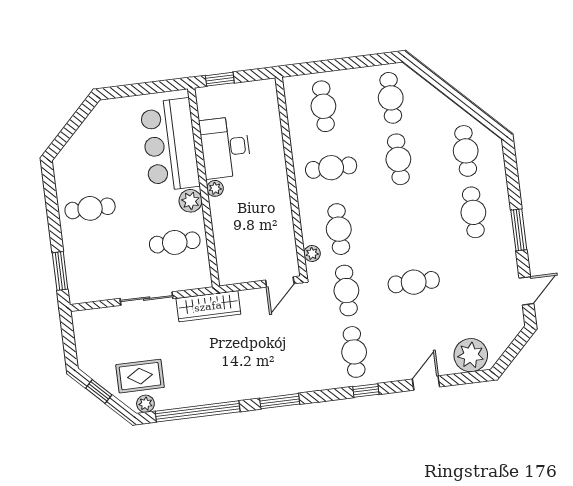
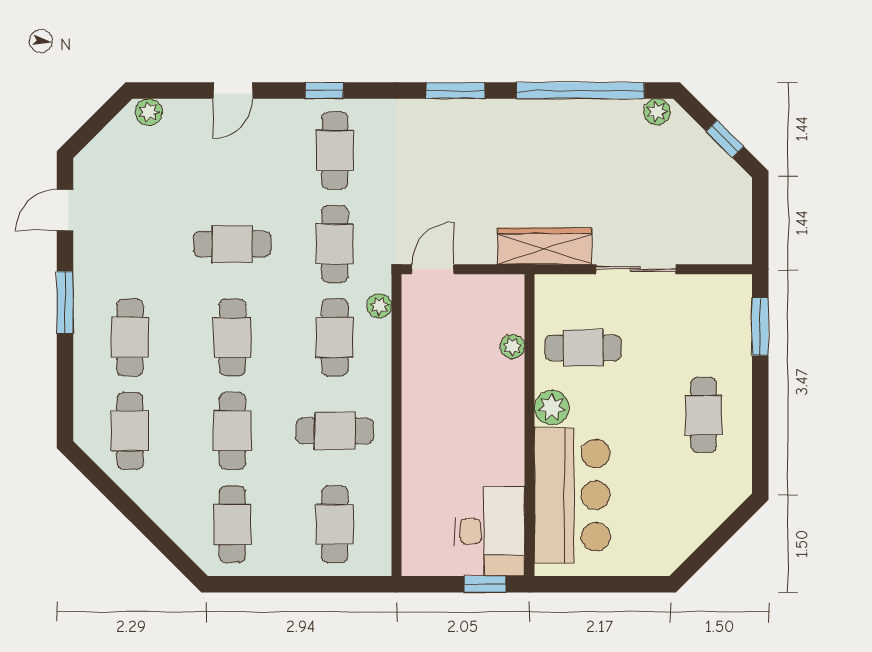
desk: (225, 147) -> (490, 531), moved
plant: (215, 188) -> (513, 346), moved
cafe table: (90, 208) -> (704, 415), turned 90
cafe table: (406, 221) -> (232, 337), added
plant: (471, 355) -> (149, 112), width x0.53, depth x0.53
rug: (140, 376) -> (660, 154), removed

